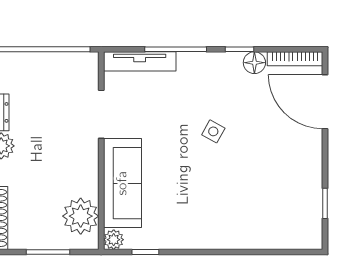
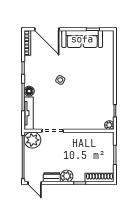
floor lamp: (254, 63) -> (29, 91), moved
door: (325, 102) -> (47, 29), hinge flipped
sofa: (122, 183) -> (82, 39), moved, turned 180
plant: (81, 216) -> (32, 140), moved

